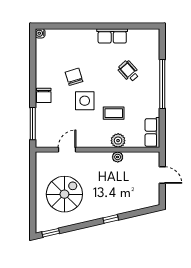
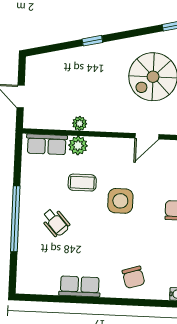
wheelchair: (129, 71) -> (56, 222), moved
chair: (74, 77) -> (133, 277), moved
row of seats: (152, 133) -> (47, 144), moved, turned 90

